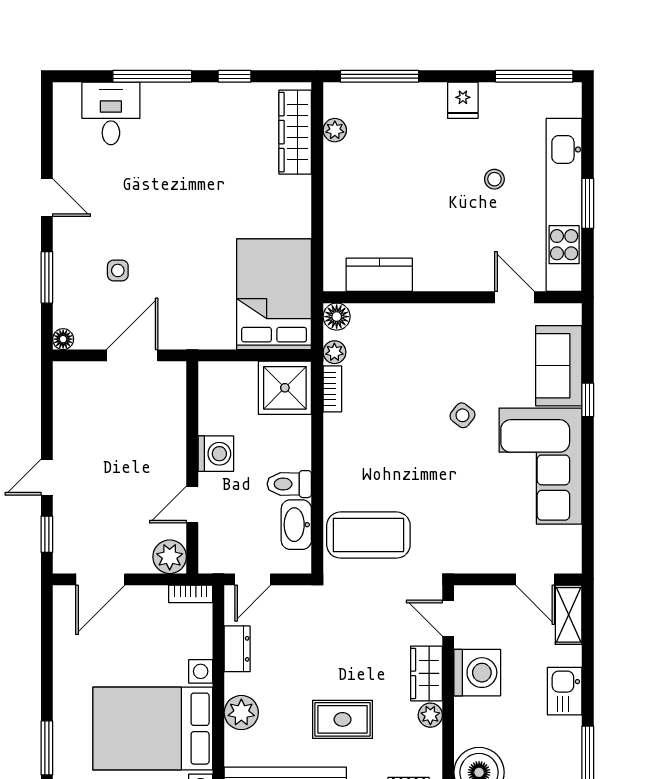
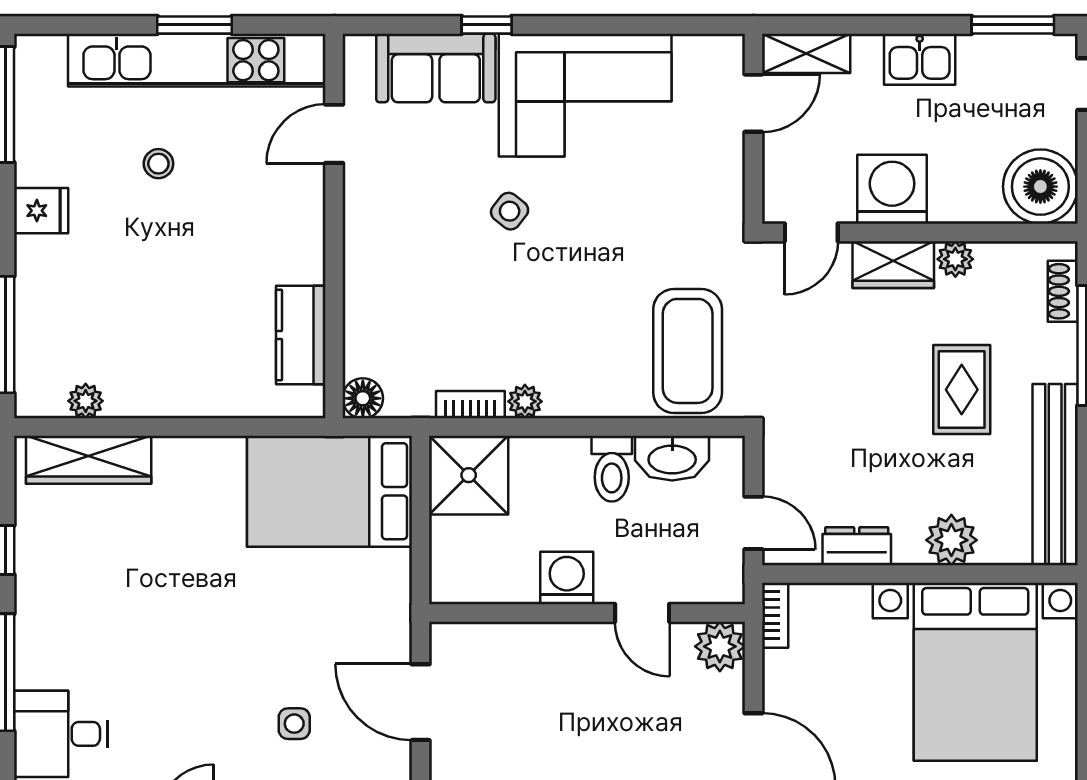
plant: (334, 352) -> (525, 401), moved

